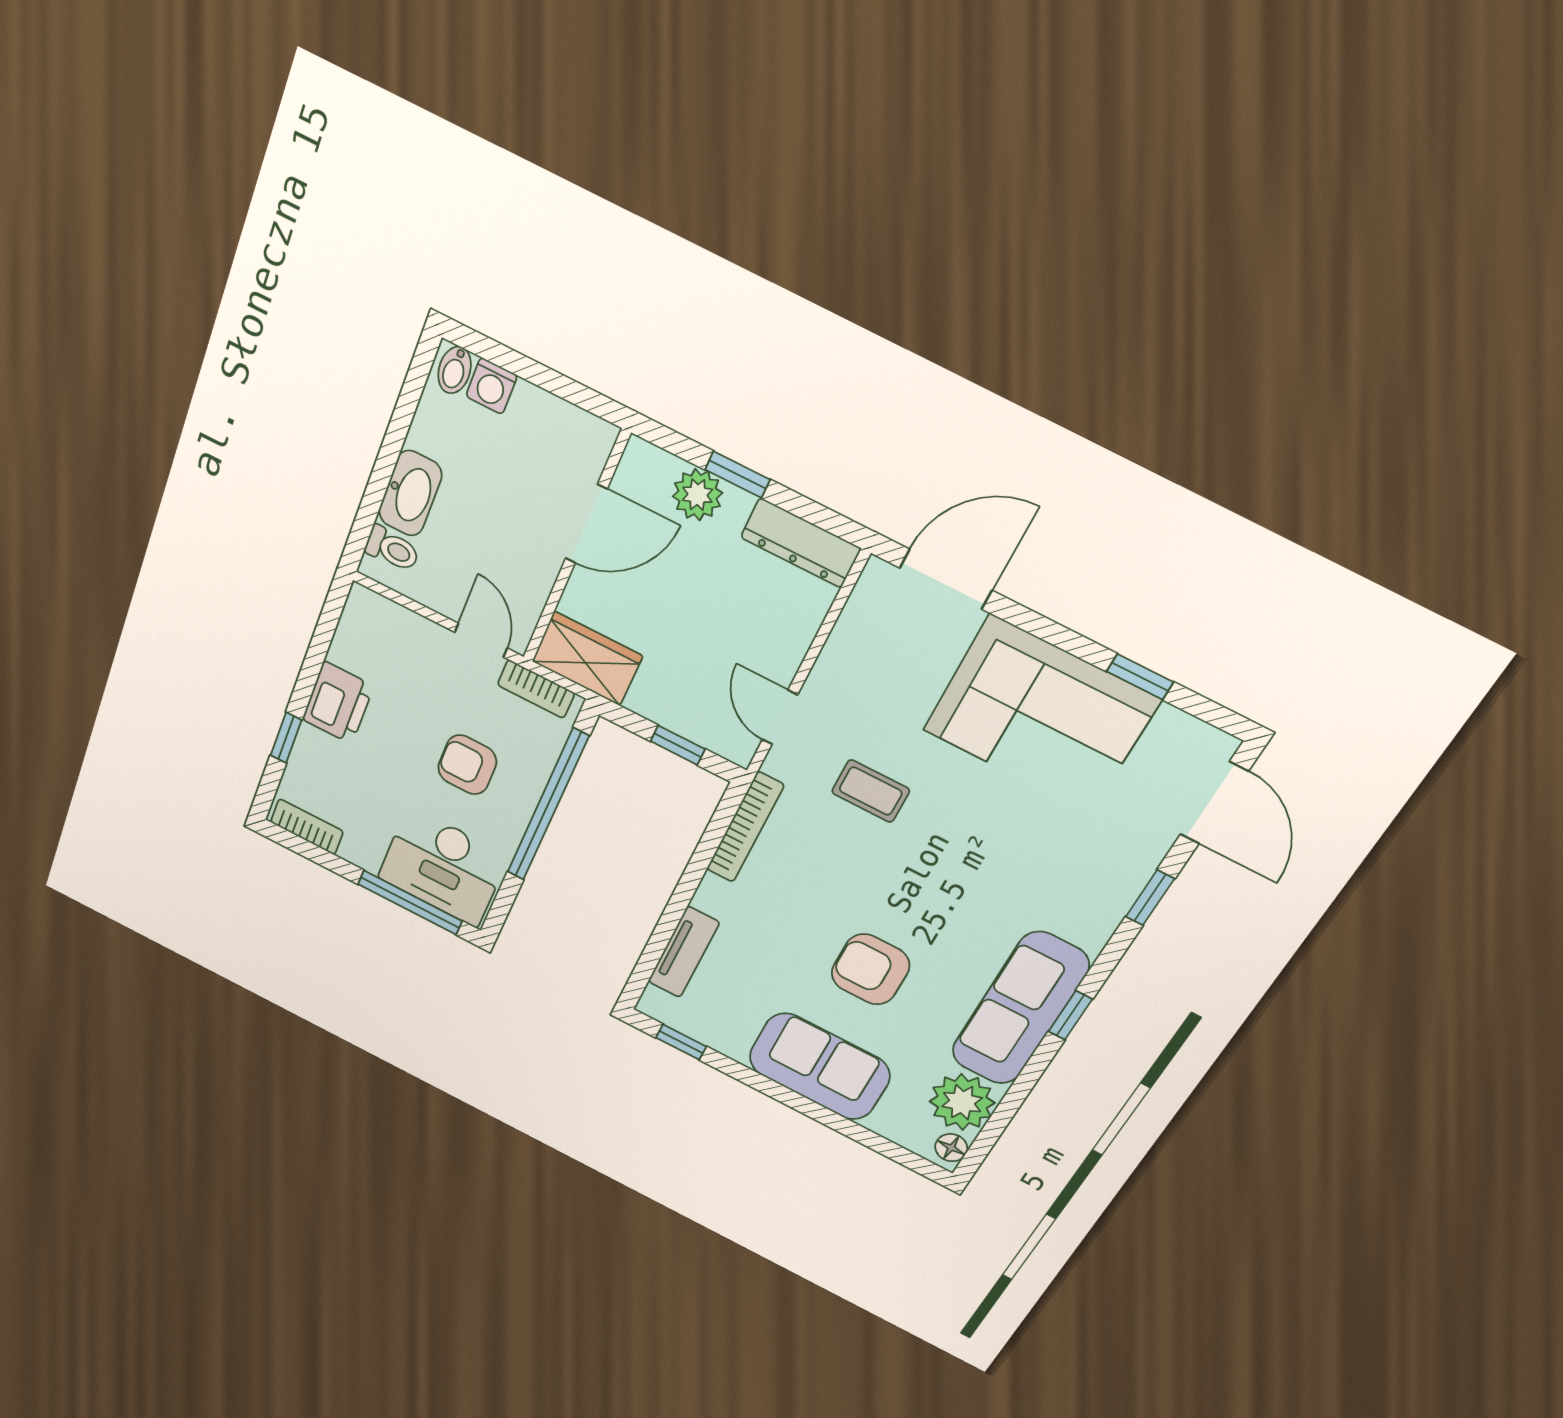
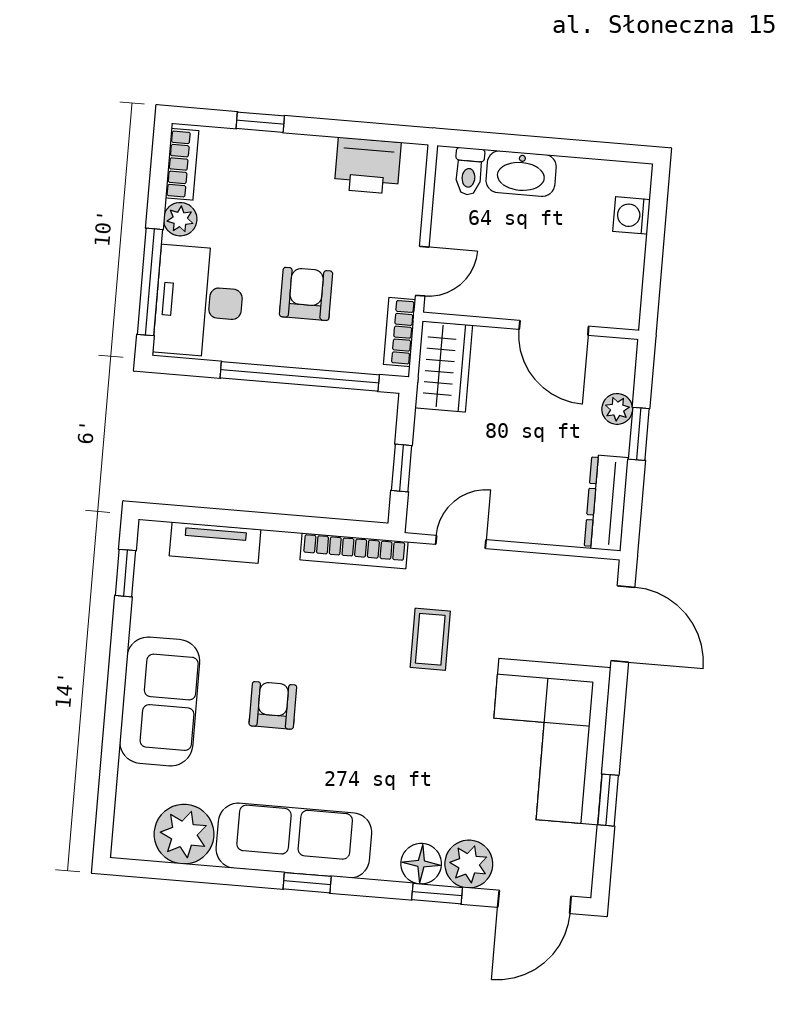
bidet: (455, 370) -> (632, 181), removed
plant: (697, 495) -> (617, 409), width x0.73, depth x0.73
printer: (338, 703) -> (368, 166), moved
plant: (359, 850) -> (180, 219), added
plant: (1135, 853) -> (469, 864), added
armchair: (870, 969) -> (273, 705), width x0.72, depth x0.72
floor lamp: (951, 1148) -> (421, 864), moved, width x1.37, depth x1.37

